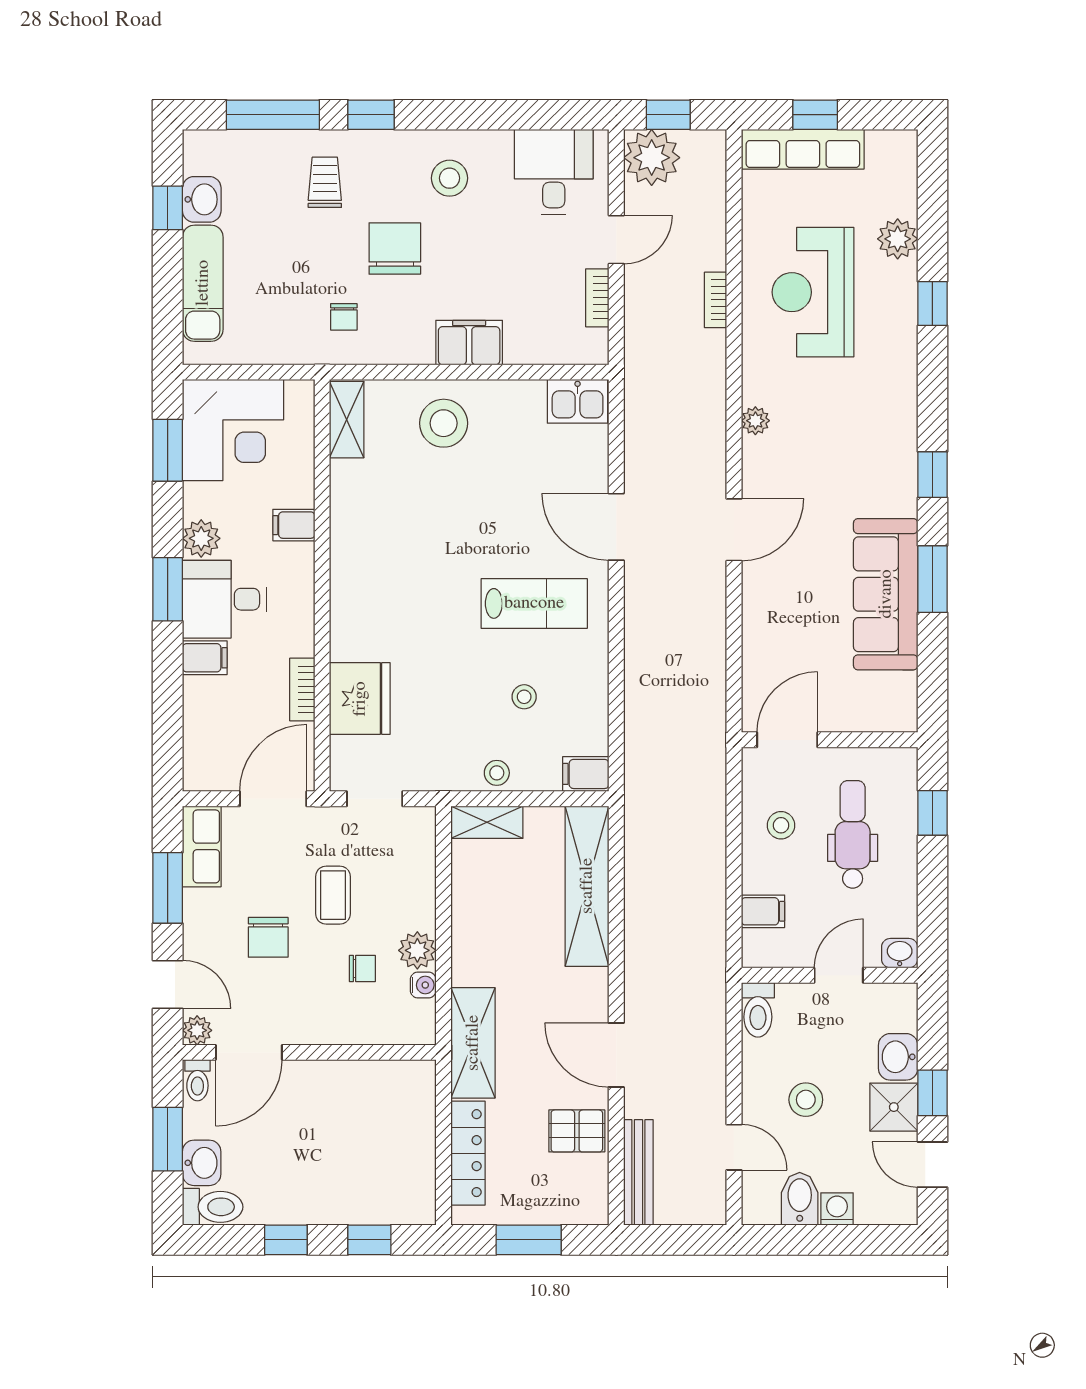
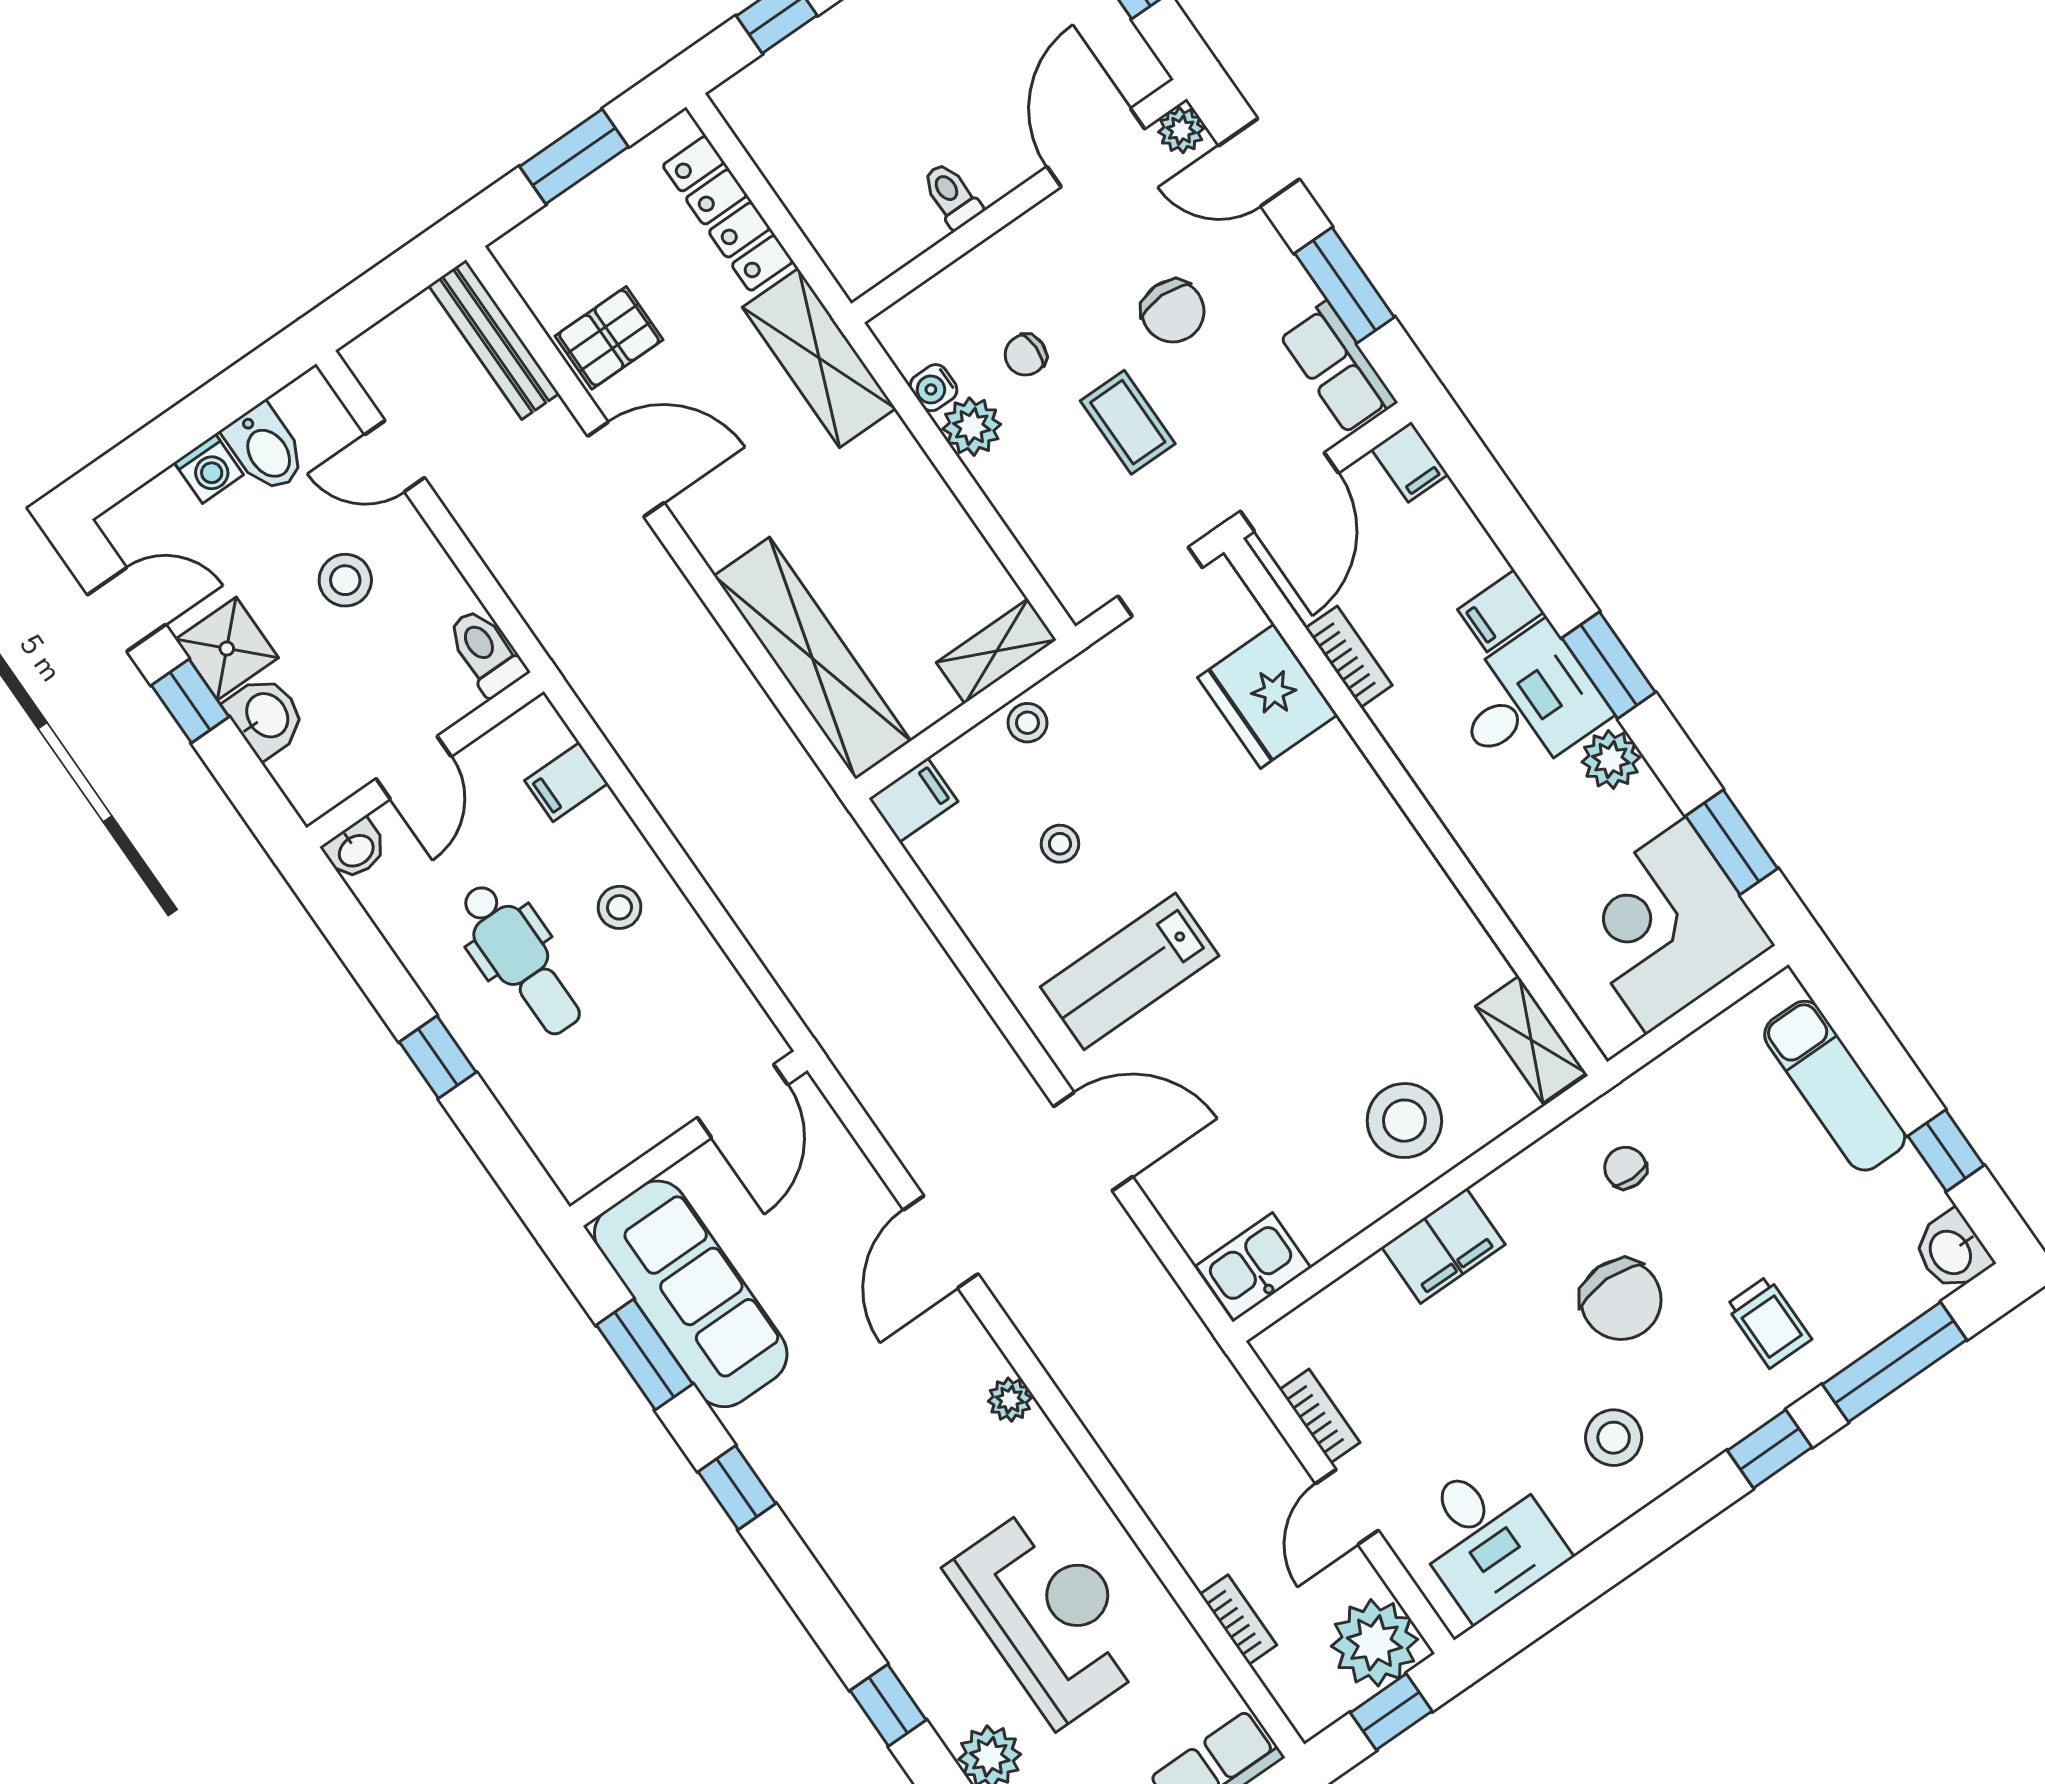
washbasin: (202, 199) -> (1952, 1251), moved
bookcase: (715, 300) -> (1238, 1620), moved
filing cabinet: (294, 525) -> (1410, 462), moved, turned 90
door: (787, 740) -> (743, 1101), moved
wall: (830, 740) -> (689, 1139), moved
chair: (268, 937) -> (1173, 311), turned 180
toilet: (197, 1080) -> (952, 195), moved

